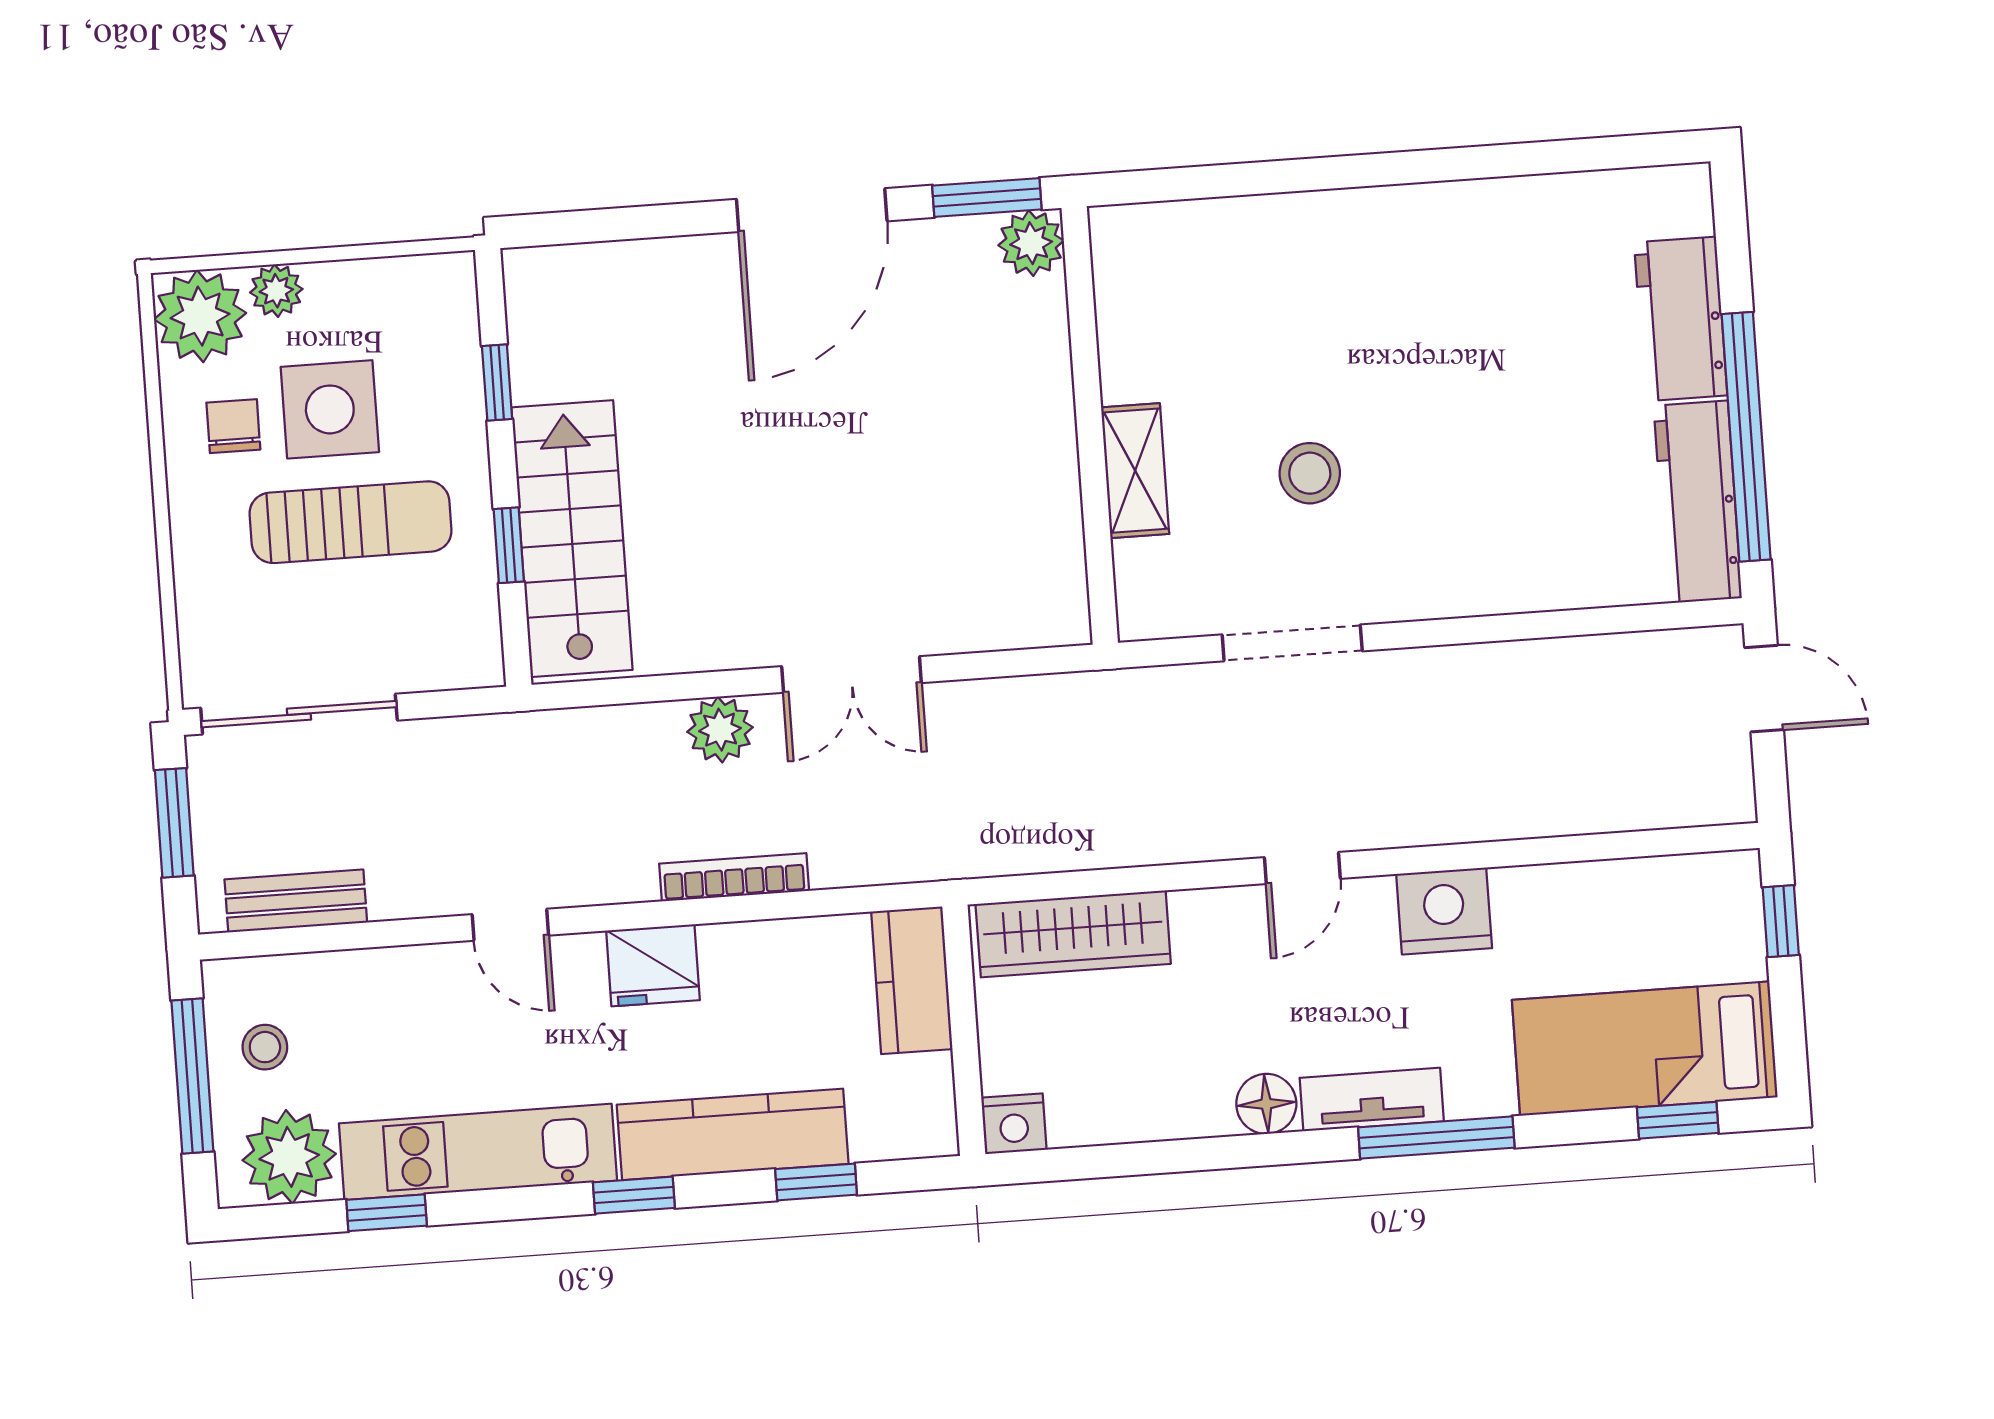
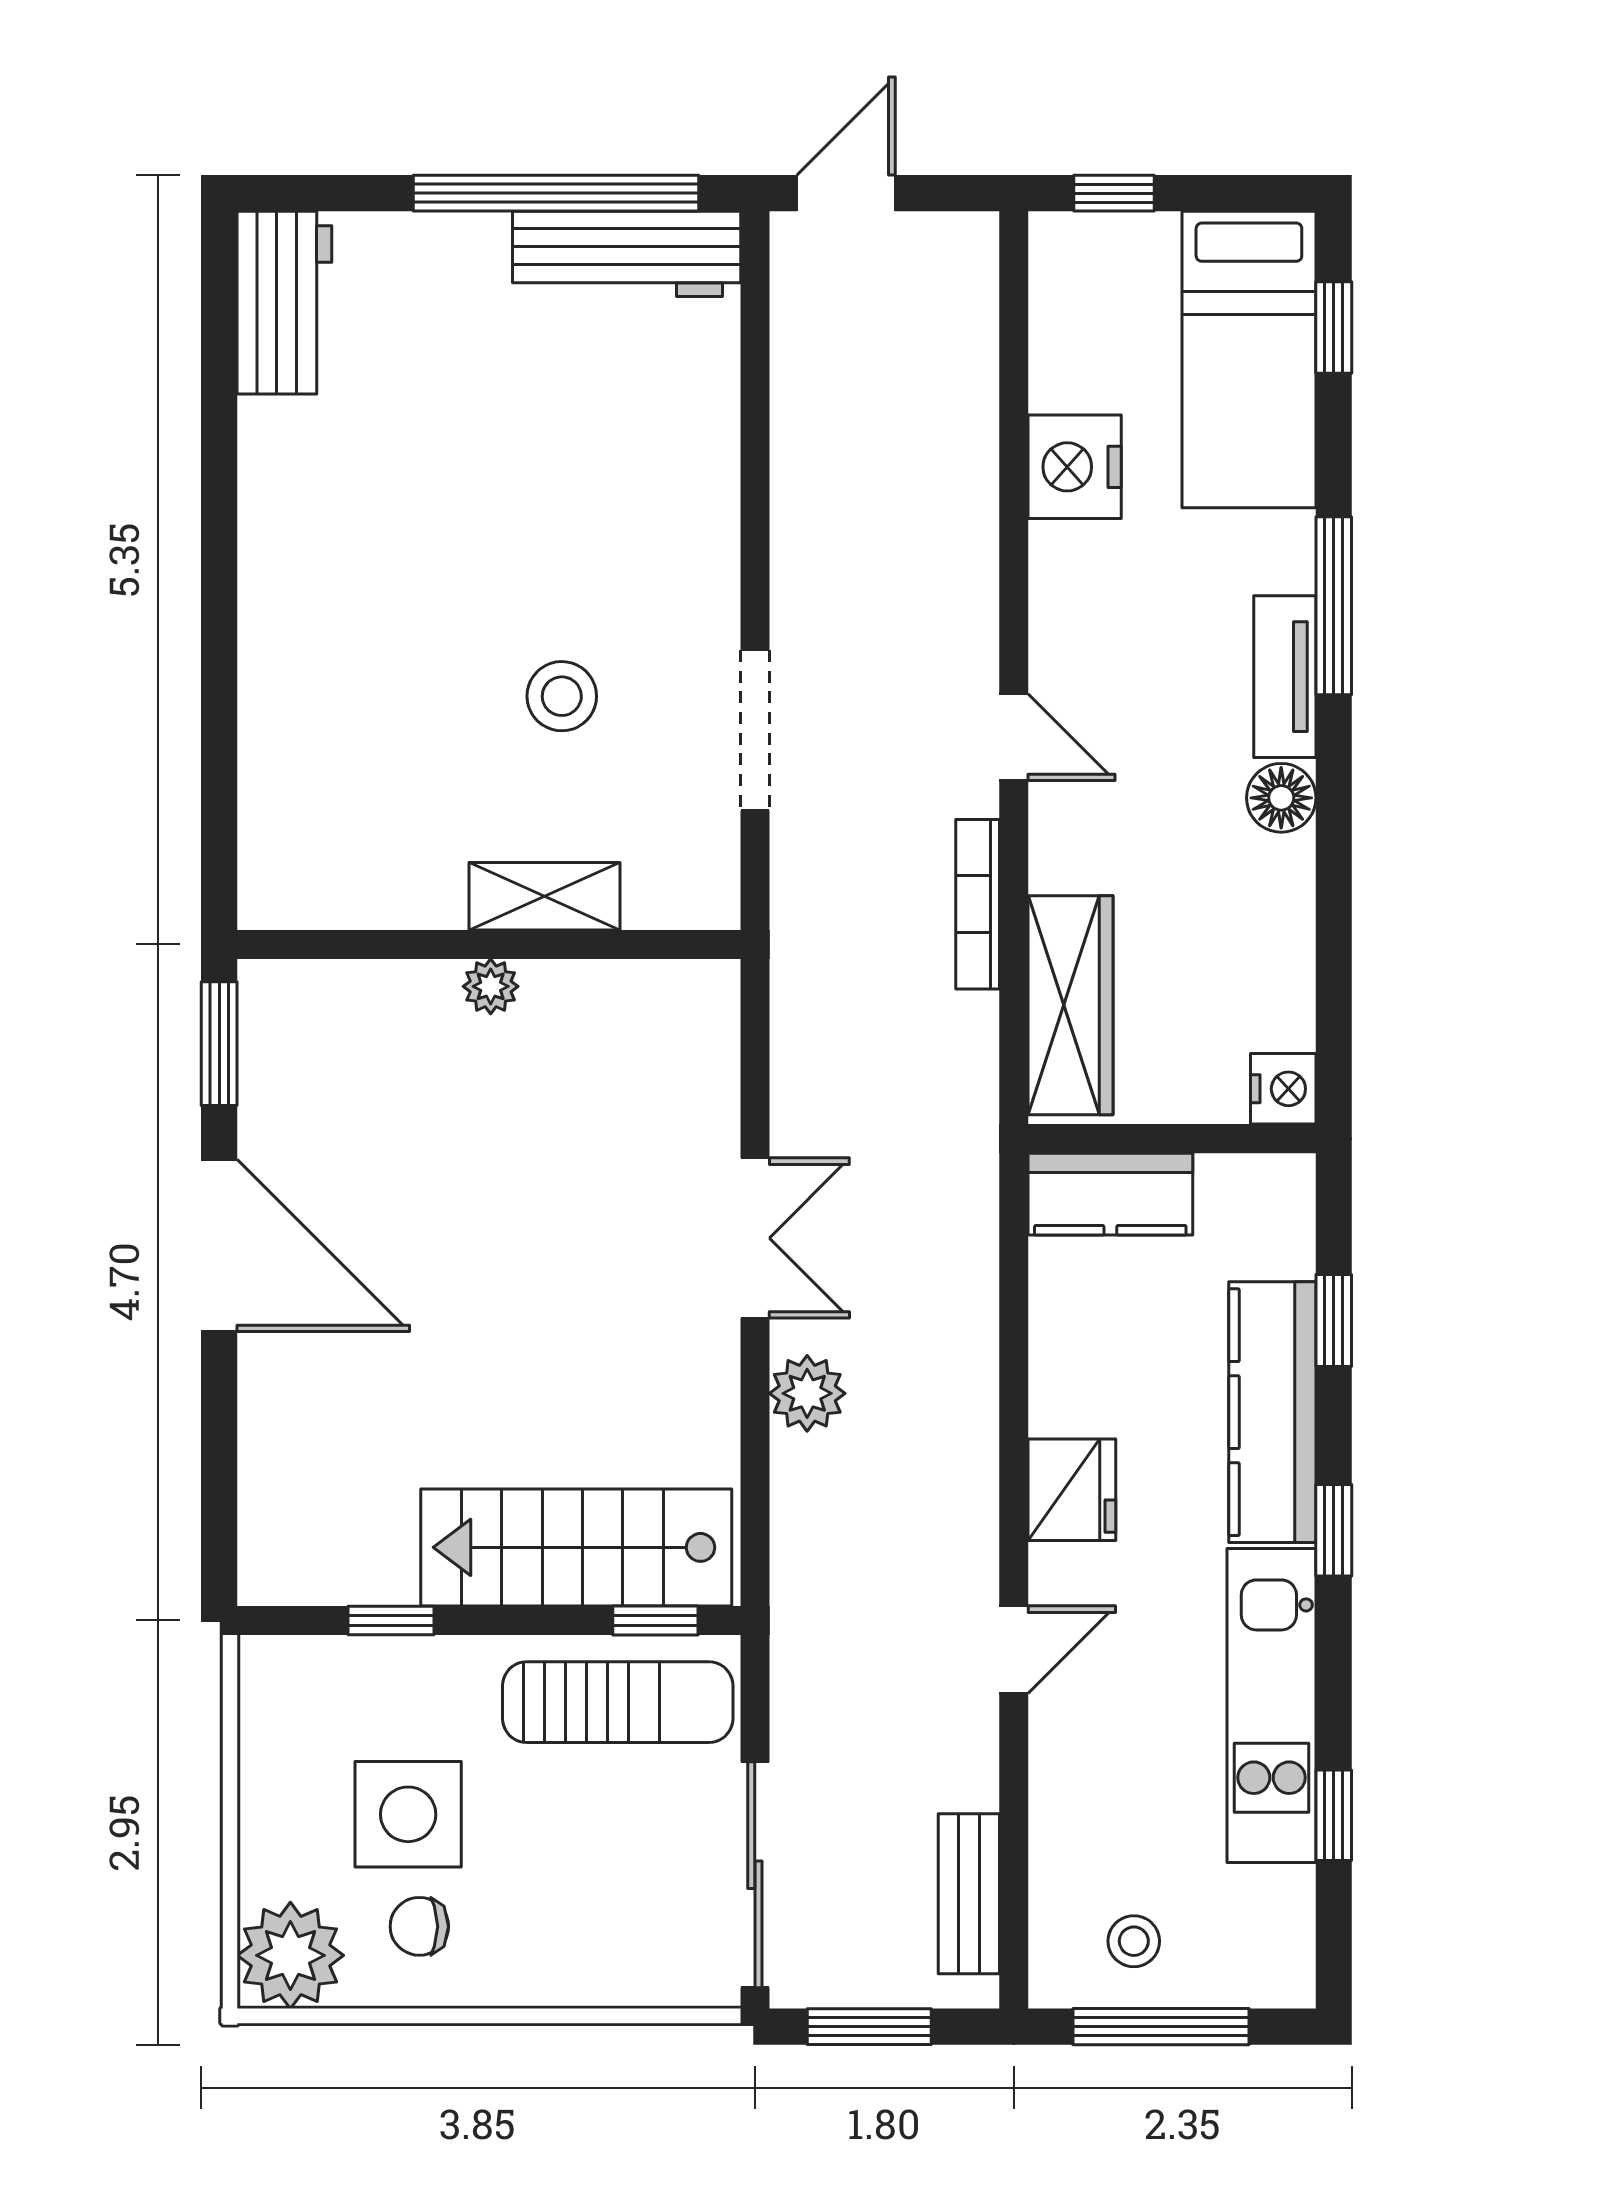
plant: (1031, 243) -> (491, 986), moved, width x0.73, depth x0.73
plant: (276, 291) -> (268, 1866), removed
workbench: (1681, 319) -> (284, 303), moved, turned -90
sun lounger: (351, 522) -> (618, 1702), moved, turned 90
window: (509, 545) -> (655, 1620), moved
bookcase: (734, 877) -> (978, 904), moved
nightstand: (1444, 911) -> (1075, 467), moved
plant: (289, 1157) -> (1262, 1922), removed

